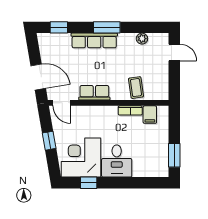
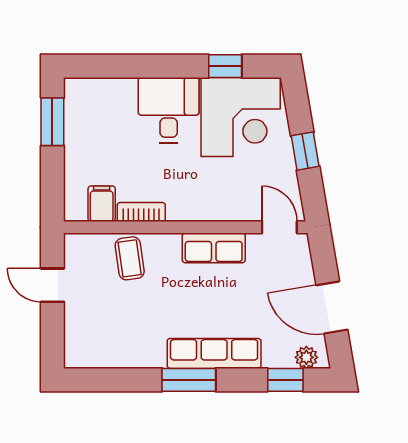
plant: (142, 39) -> (306, 357), moved
door: (174, 52) -> (52, 285), moved
door: (38, 77) -> (332, 307), moved

